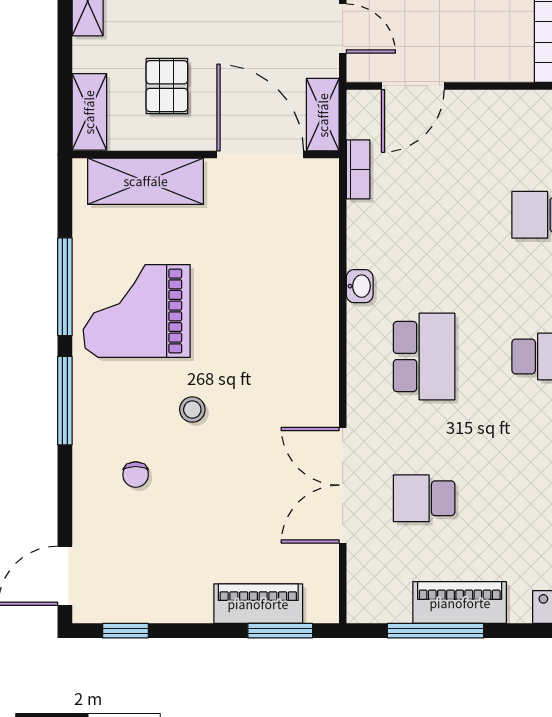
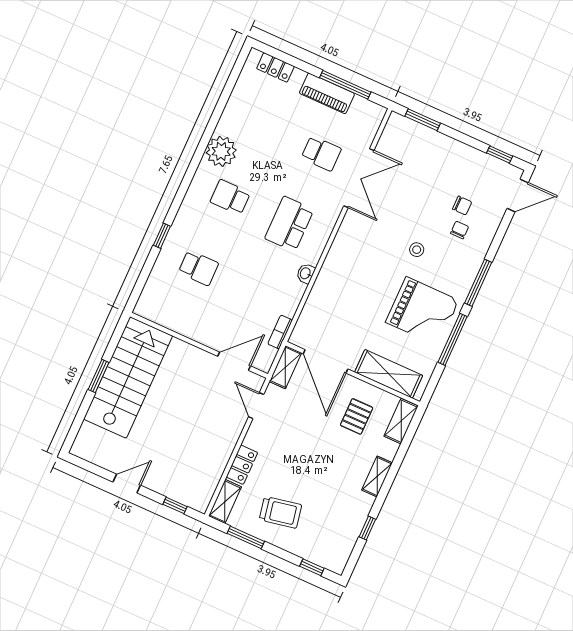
chair: (150, 517) -> (462, 206), added
piano: (258, 604) -> (427, 138), removed

